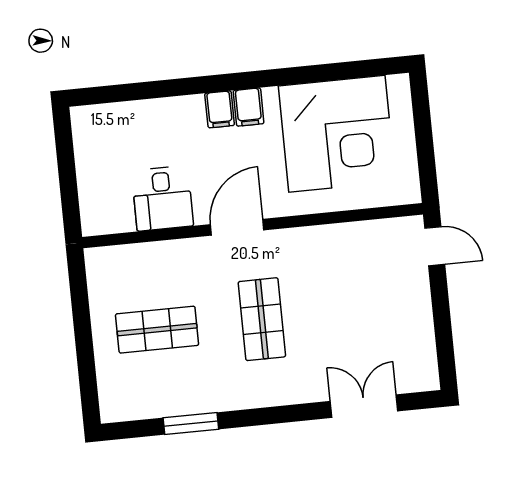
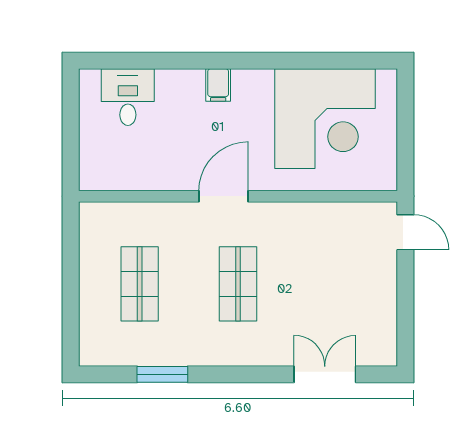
filing cabinet: (249, 107) -> (245, 86), removed
desk: (162, 198) -> (128, 97), moved, turned 180
shop shelf: (157, 330) -> (140, 284), turned 90

